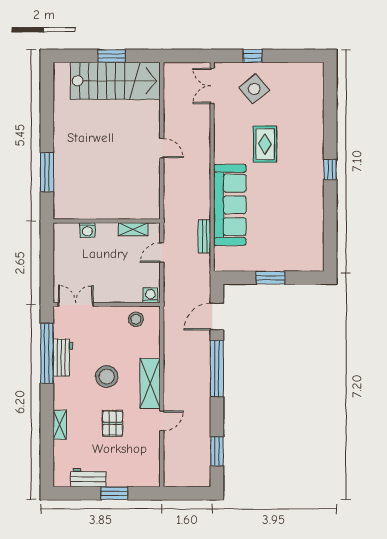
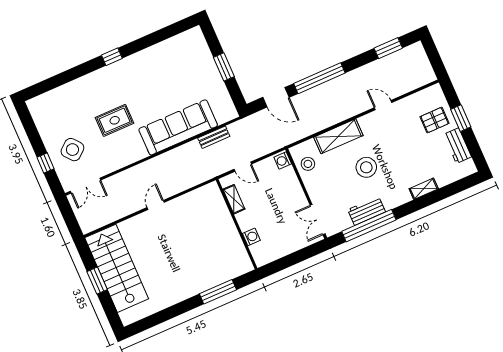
shelving: (150, 383) -> (338, 136), moved
pallet: (113, 423) -> (435, 120), moved

